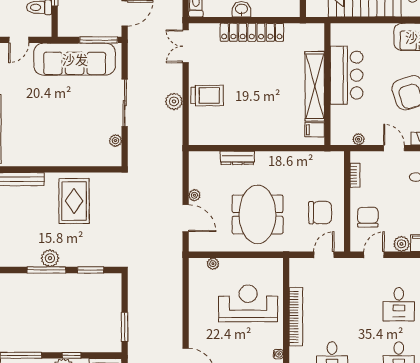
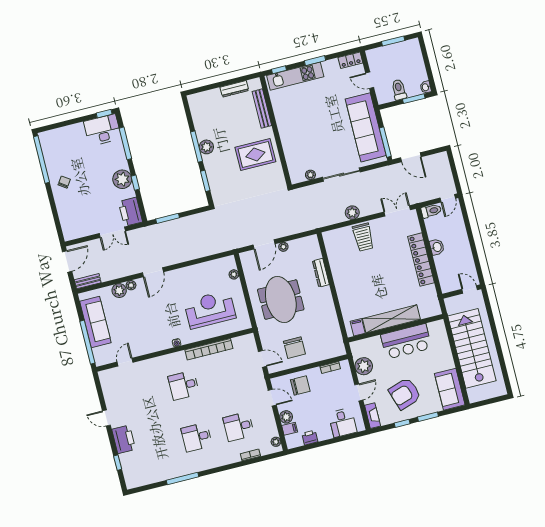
plant: (359, 139) -> (364, 366), width x1.88, depth x1.88
meeting table: (258, 214) -> (281, 300), turned 90
reception desk: (248, 303) -> (210, 309), turned -90

